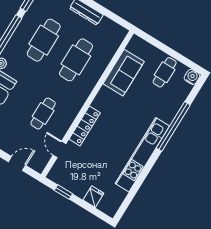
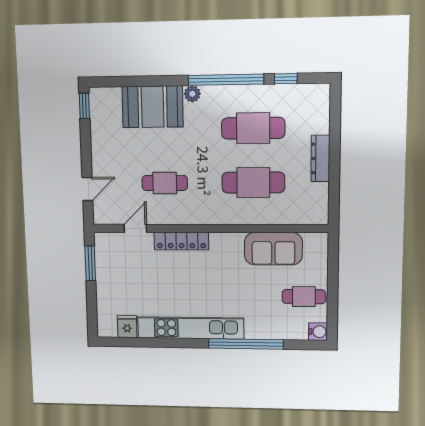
door: (17, 164) -> (87, 189), hinge flipped
window: (63, 192) -> (90, 263), width x1.50
fridge: (93, 197) -> (127, 327), moved, turned -90

